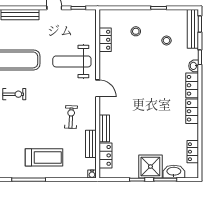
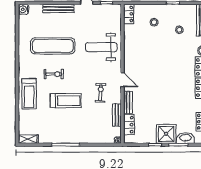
locker: (105, 40) -> (129, 14), moved
door: (98, 88) -> (122, 80), moved
treadmill: (44, 157) -> (66, 101), moved

